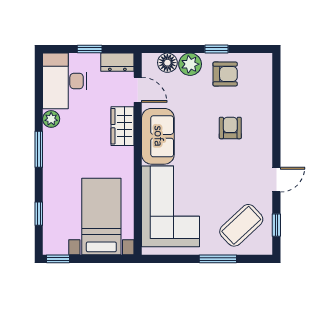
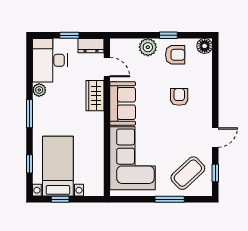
floor lamp: (167, 63) -> (205, 46), moved
bed with nightstands: (101, 217) -> (58, 166), moved
window: (58, 259) -> (60, 199), moved

